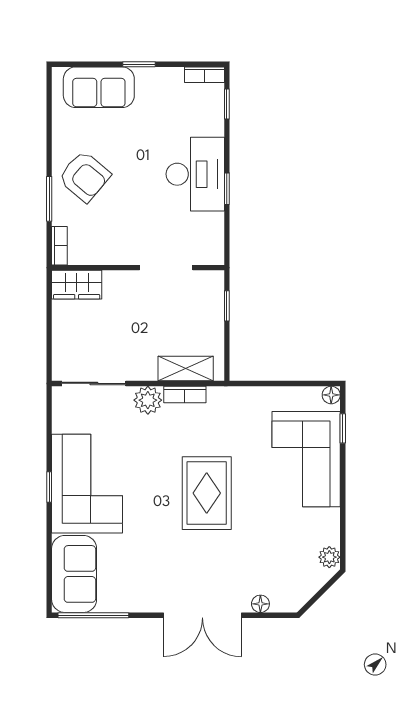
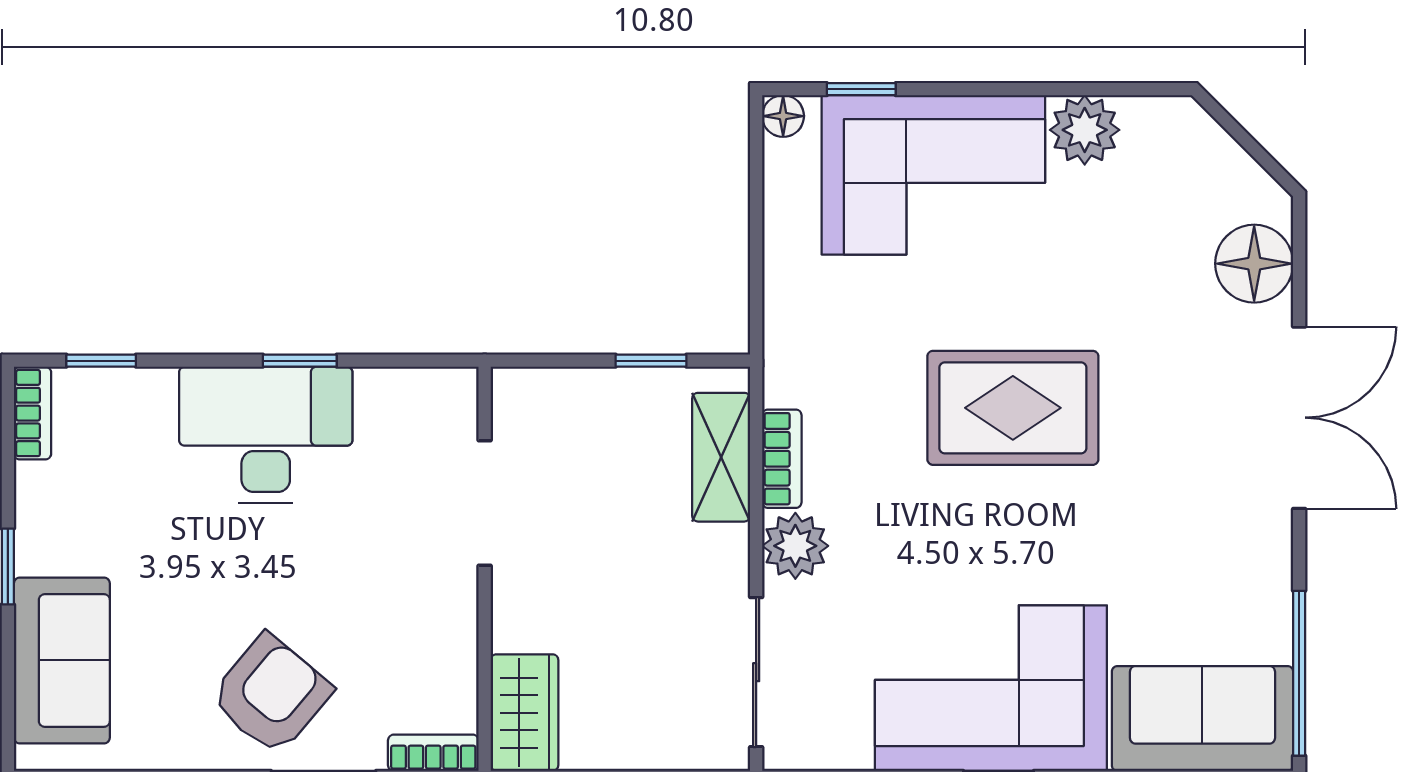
window: (227, 306) -> (651, 361), moved
plant: (329, 557) -> (1085, 130), moved, width x1.38, depth x1.38
floor lamp: (260, 604) -> (1254, 264), width x1.89, depth x1.89

